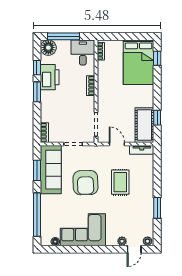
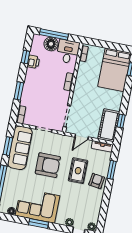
floor lamp: (48, 48) -> (51, 44), moved
printer: (50, 77) -> (33, 62), width x0.53, depth x0.68
window: (37, 92) -> (19, 91), moved
door: (117, 144) -> (82, 137), swing flipped
armchair: (85, 183) -> (48, 165), turned -88
armchair: (143, 190) -> (97, 181), added
window: (157, 208) -> (112, 170), moved
window: (88, 249) -> (39, 223), added

